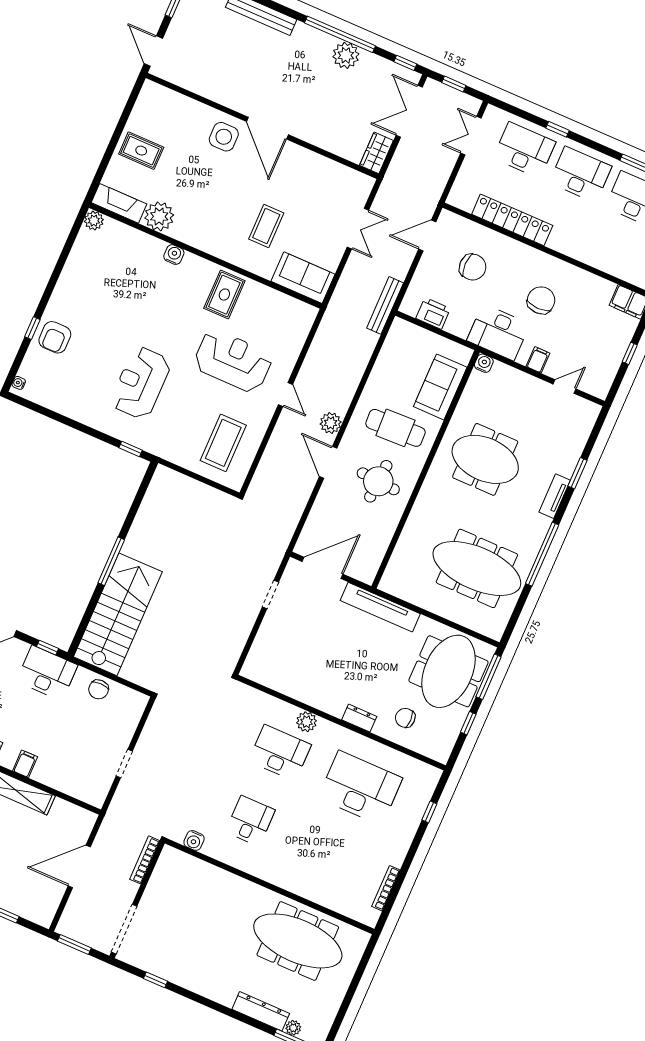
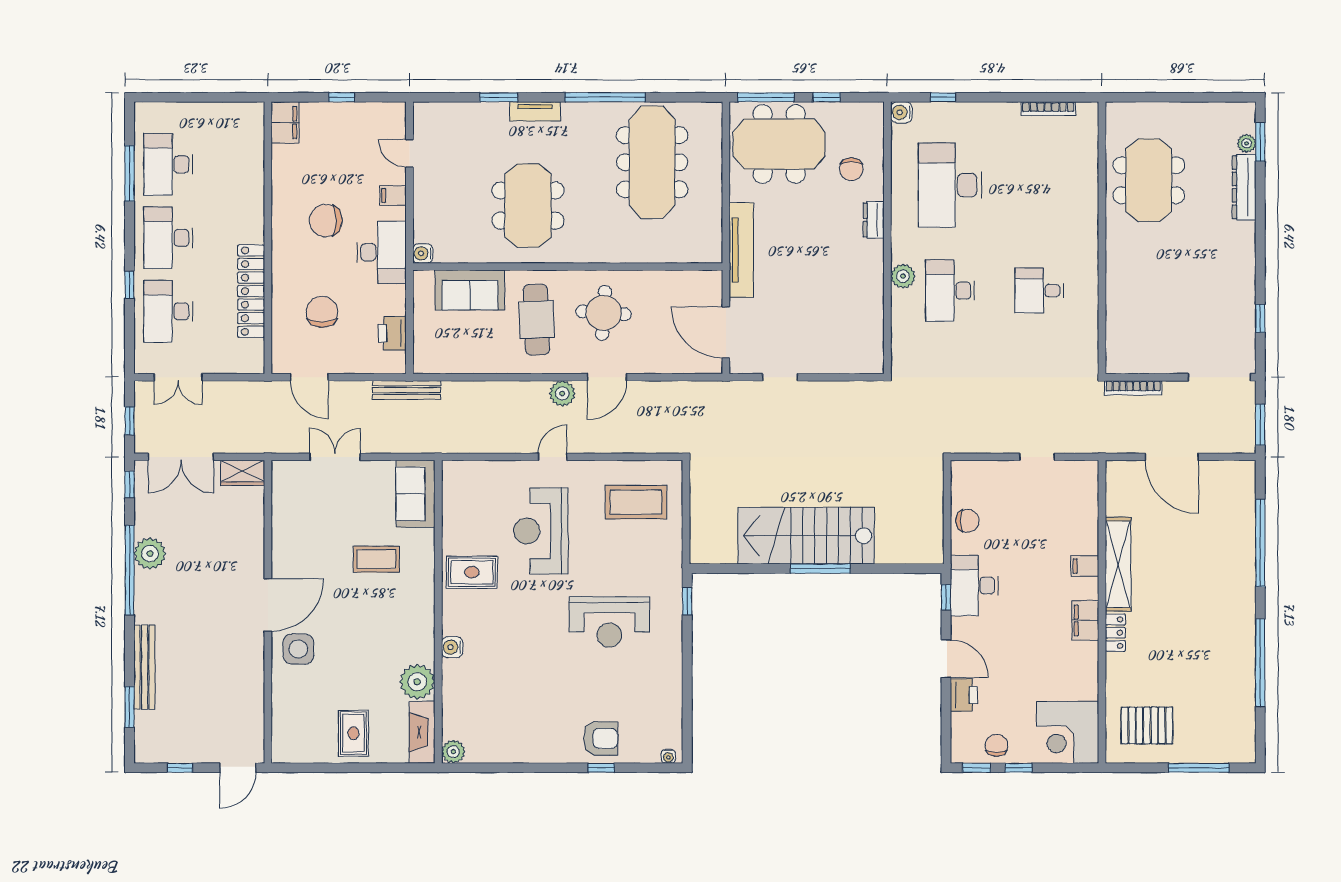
stairs: (118, 614) -> (806, 536), moved
water cooler: (194, 840) -> (901, 112), moved, turned 180
meeting table: (298, 941) -> (1149, 180), width x0.73

